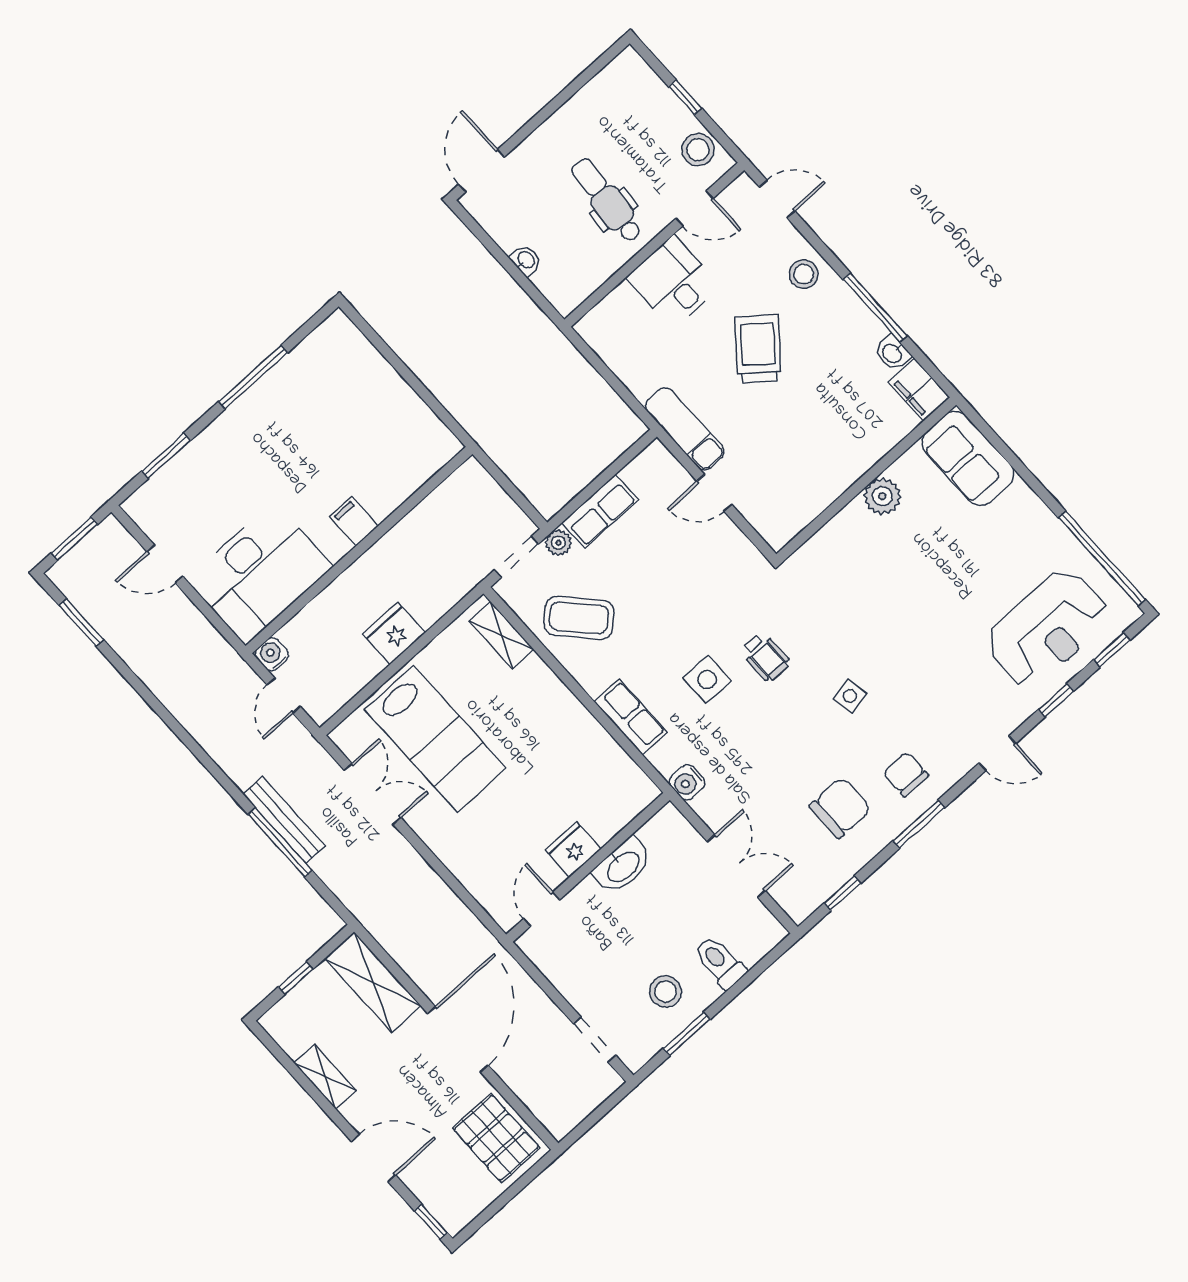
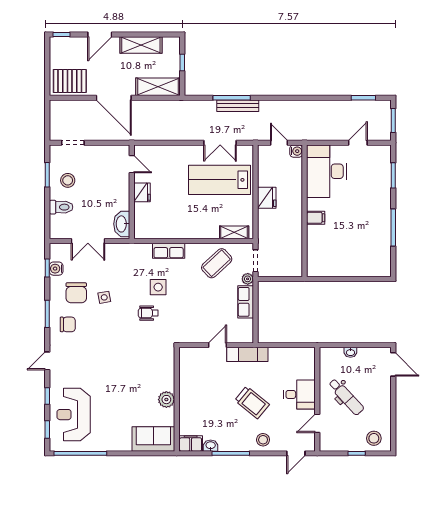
stool: (698, 150) -> (374, 438), moved
dental chair: (607, 200) -> (346, 397), turned 42
side table: (850, 696) -> (104, 297), moved
water cooler: (687, 782) -> (56, 269), moved, turned -90
washbasin: (623, 866) -> (122, 224), moved
shelving: (325, 1077) -> (141, 45), width x1.50, depth x1.33

